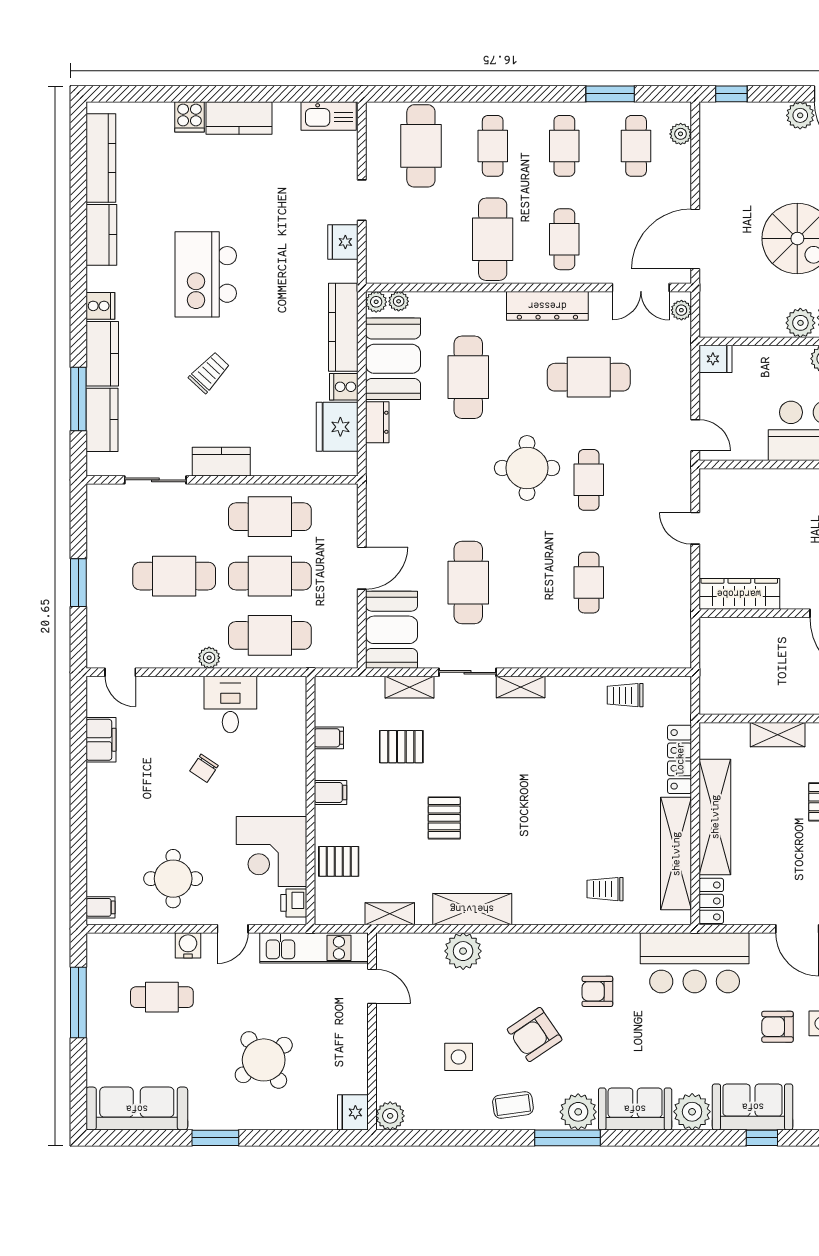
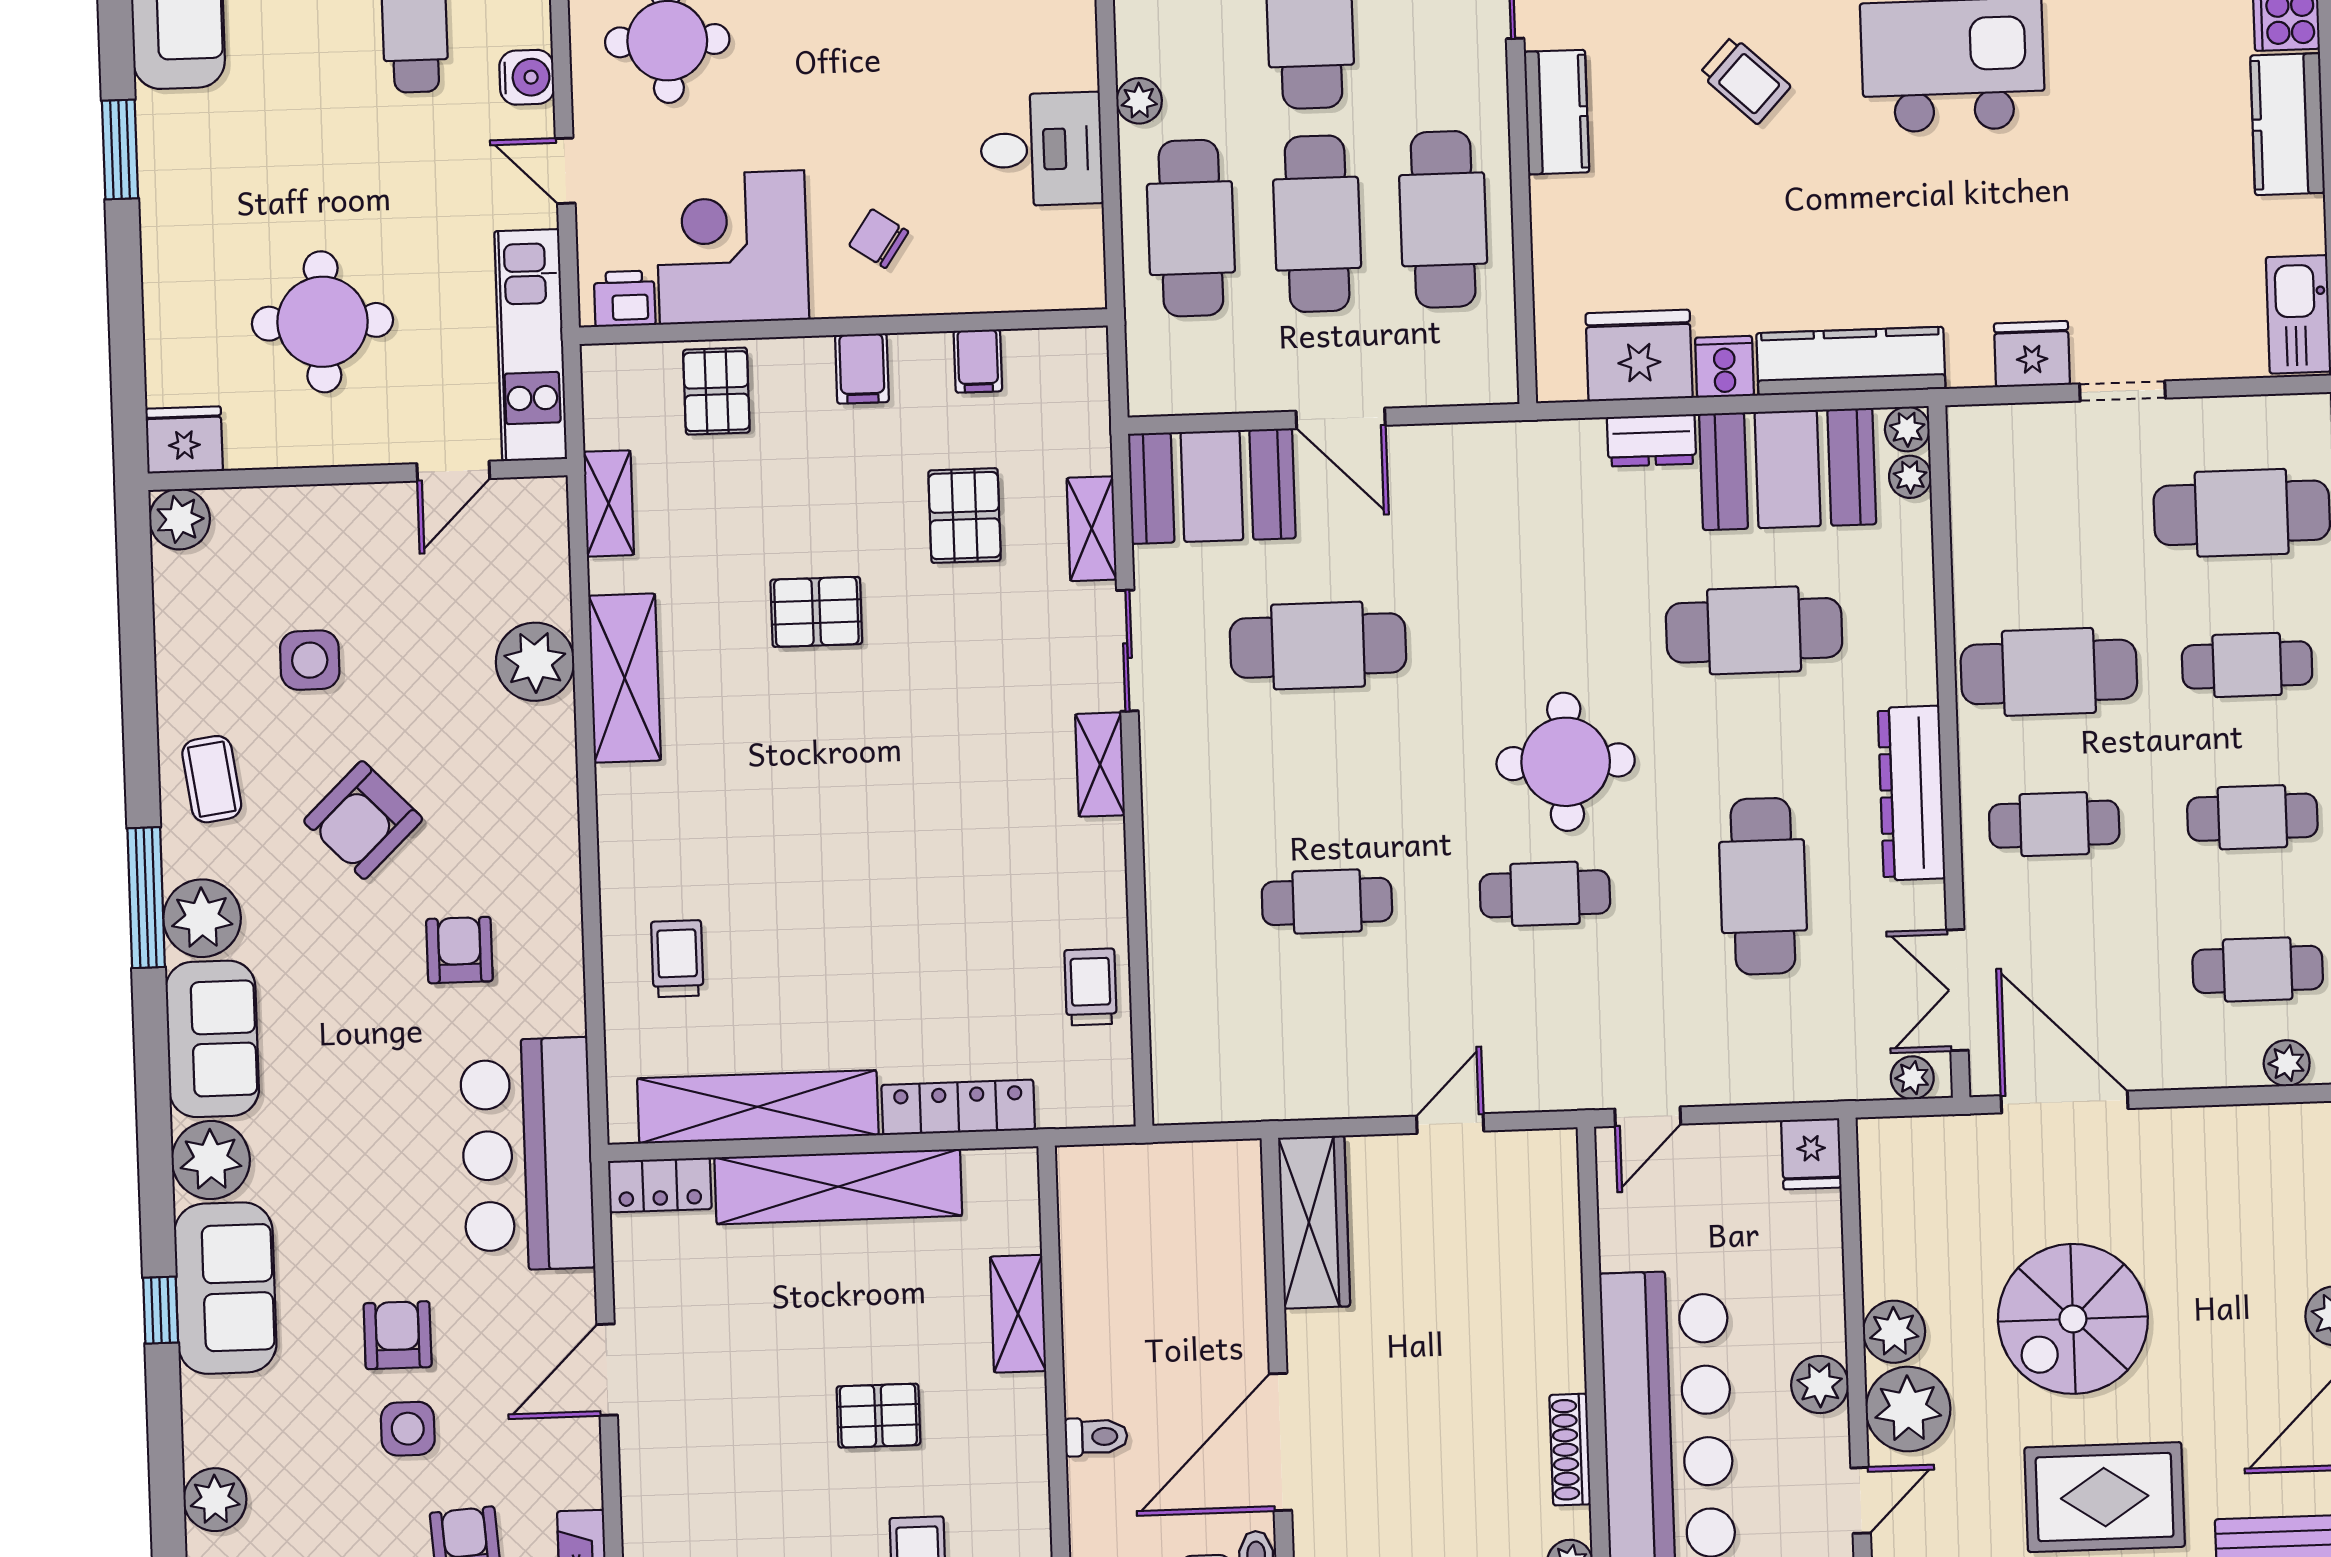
chair: (204, 768) -> (879, 239), moved
armchair: (535, 1035) -> (363, 820), turned -100
round table: (264, 1060) -> (322, 322), moved, turned 36

